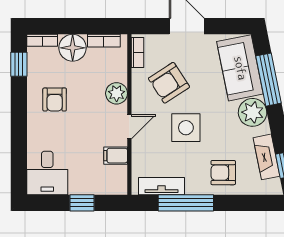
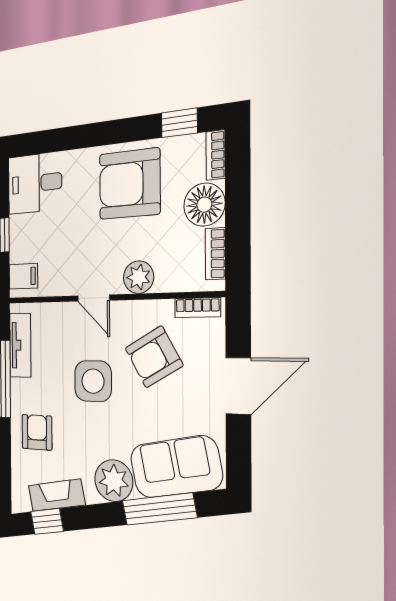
armchair: (169, 83) -> (154, 357), turned -87
armchair: (55, 100) -> (130, 184), width x1.88, depth x1.88
filing cabinet: (116, 156) -> (23, 276), moved, turned 90

